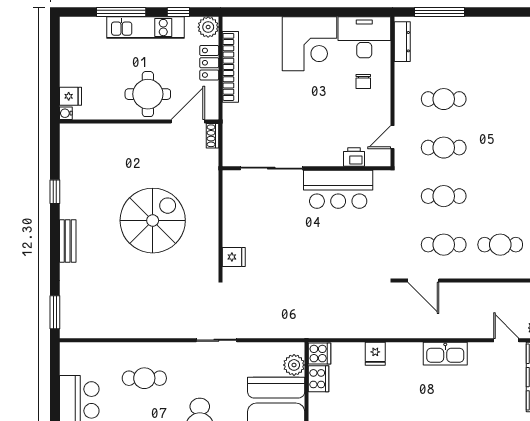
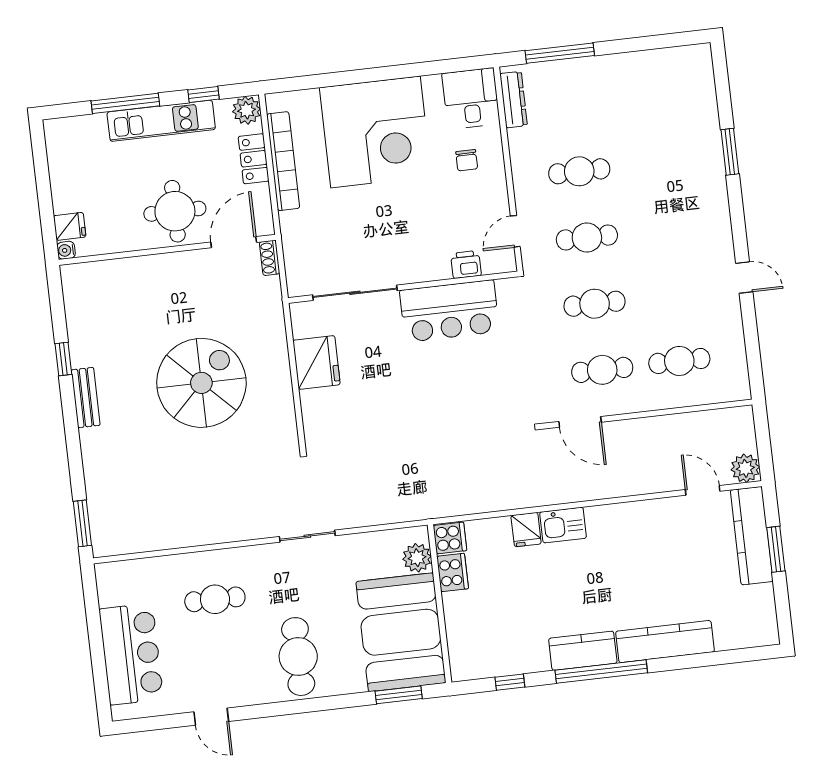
desk: (364, 37) -> (471, 98), width x0.73
corner desk: (309, 44) -> (375, 132), width x1.36, depth x1.36
bench: (68, 241) -> (86, 398), moved
fridge: (234, 257) -> (316, 362), moved, width x1.88, depth x1.34
kitchen sink: (445, 354) -> (563, 525), moved, width x0.73

